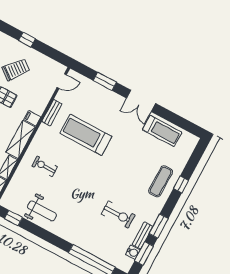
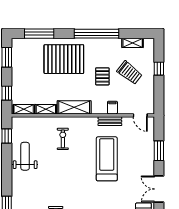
filing cabinet: (32, 118) -> (112, 108), moved
weight bench: (42, 211) -> (25, 156), turned 180

